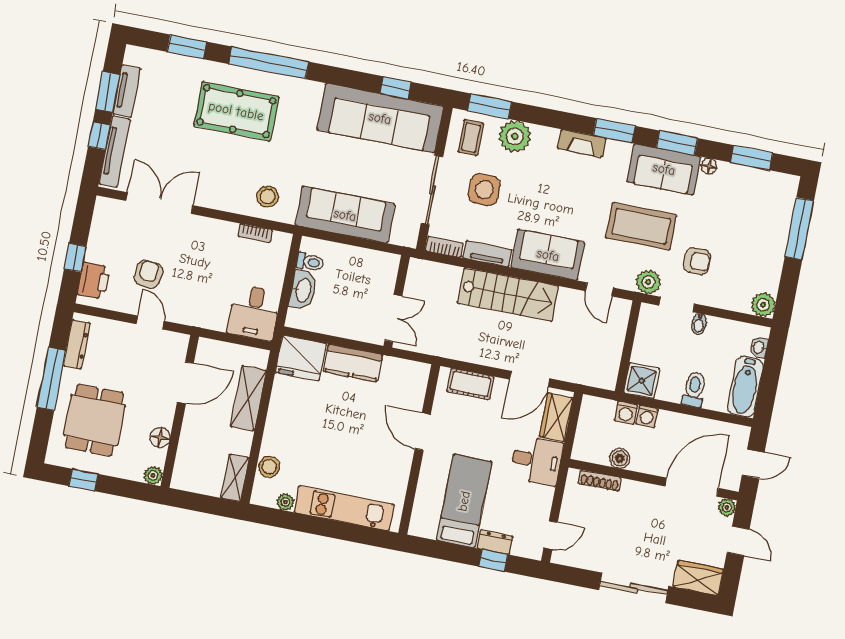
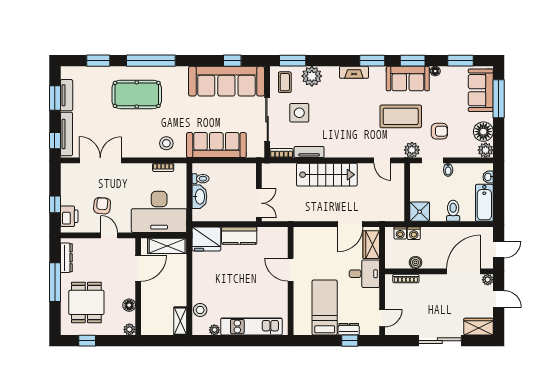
window: (99, 136) -> (55, 141), moved
sofa: (548, 255) -> (481, 90), moved, turned -90
floor lamp: (765, 275) -> (483, 132), added
desk: (254, 313) -> (159, 212), width x1.87, depth x1.30
cot: (470, 384) -> (314, 234), removed
shelving: (248, 398) -> (167, 246), moved, turned 90
washing machine: (647, 416) -> (400, 233), moved

